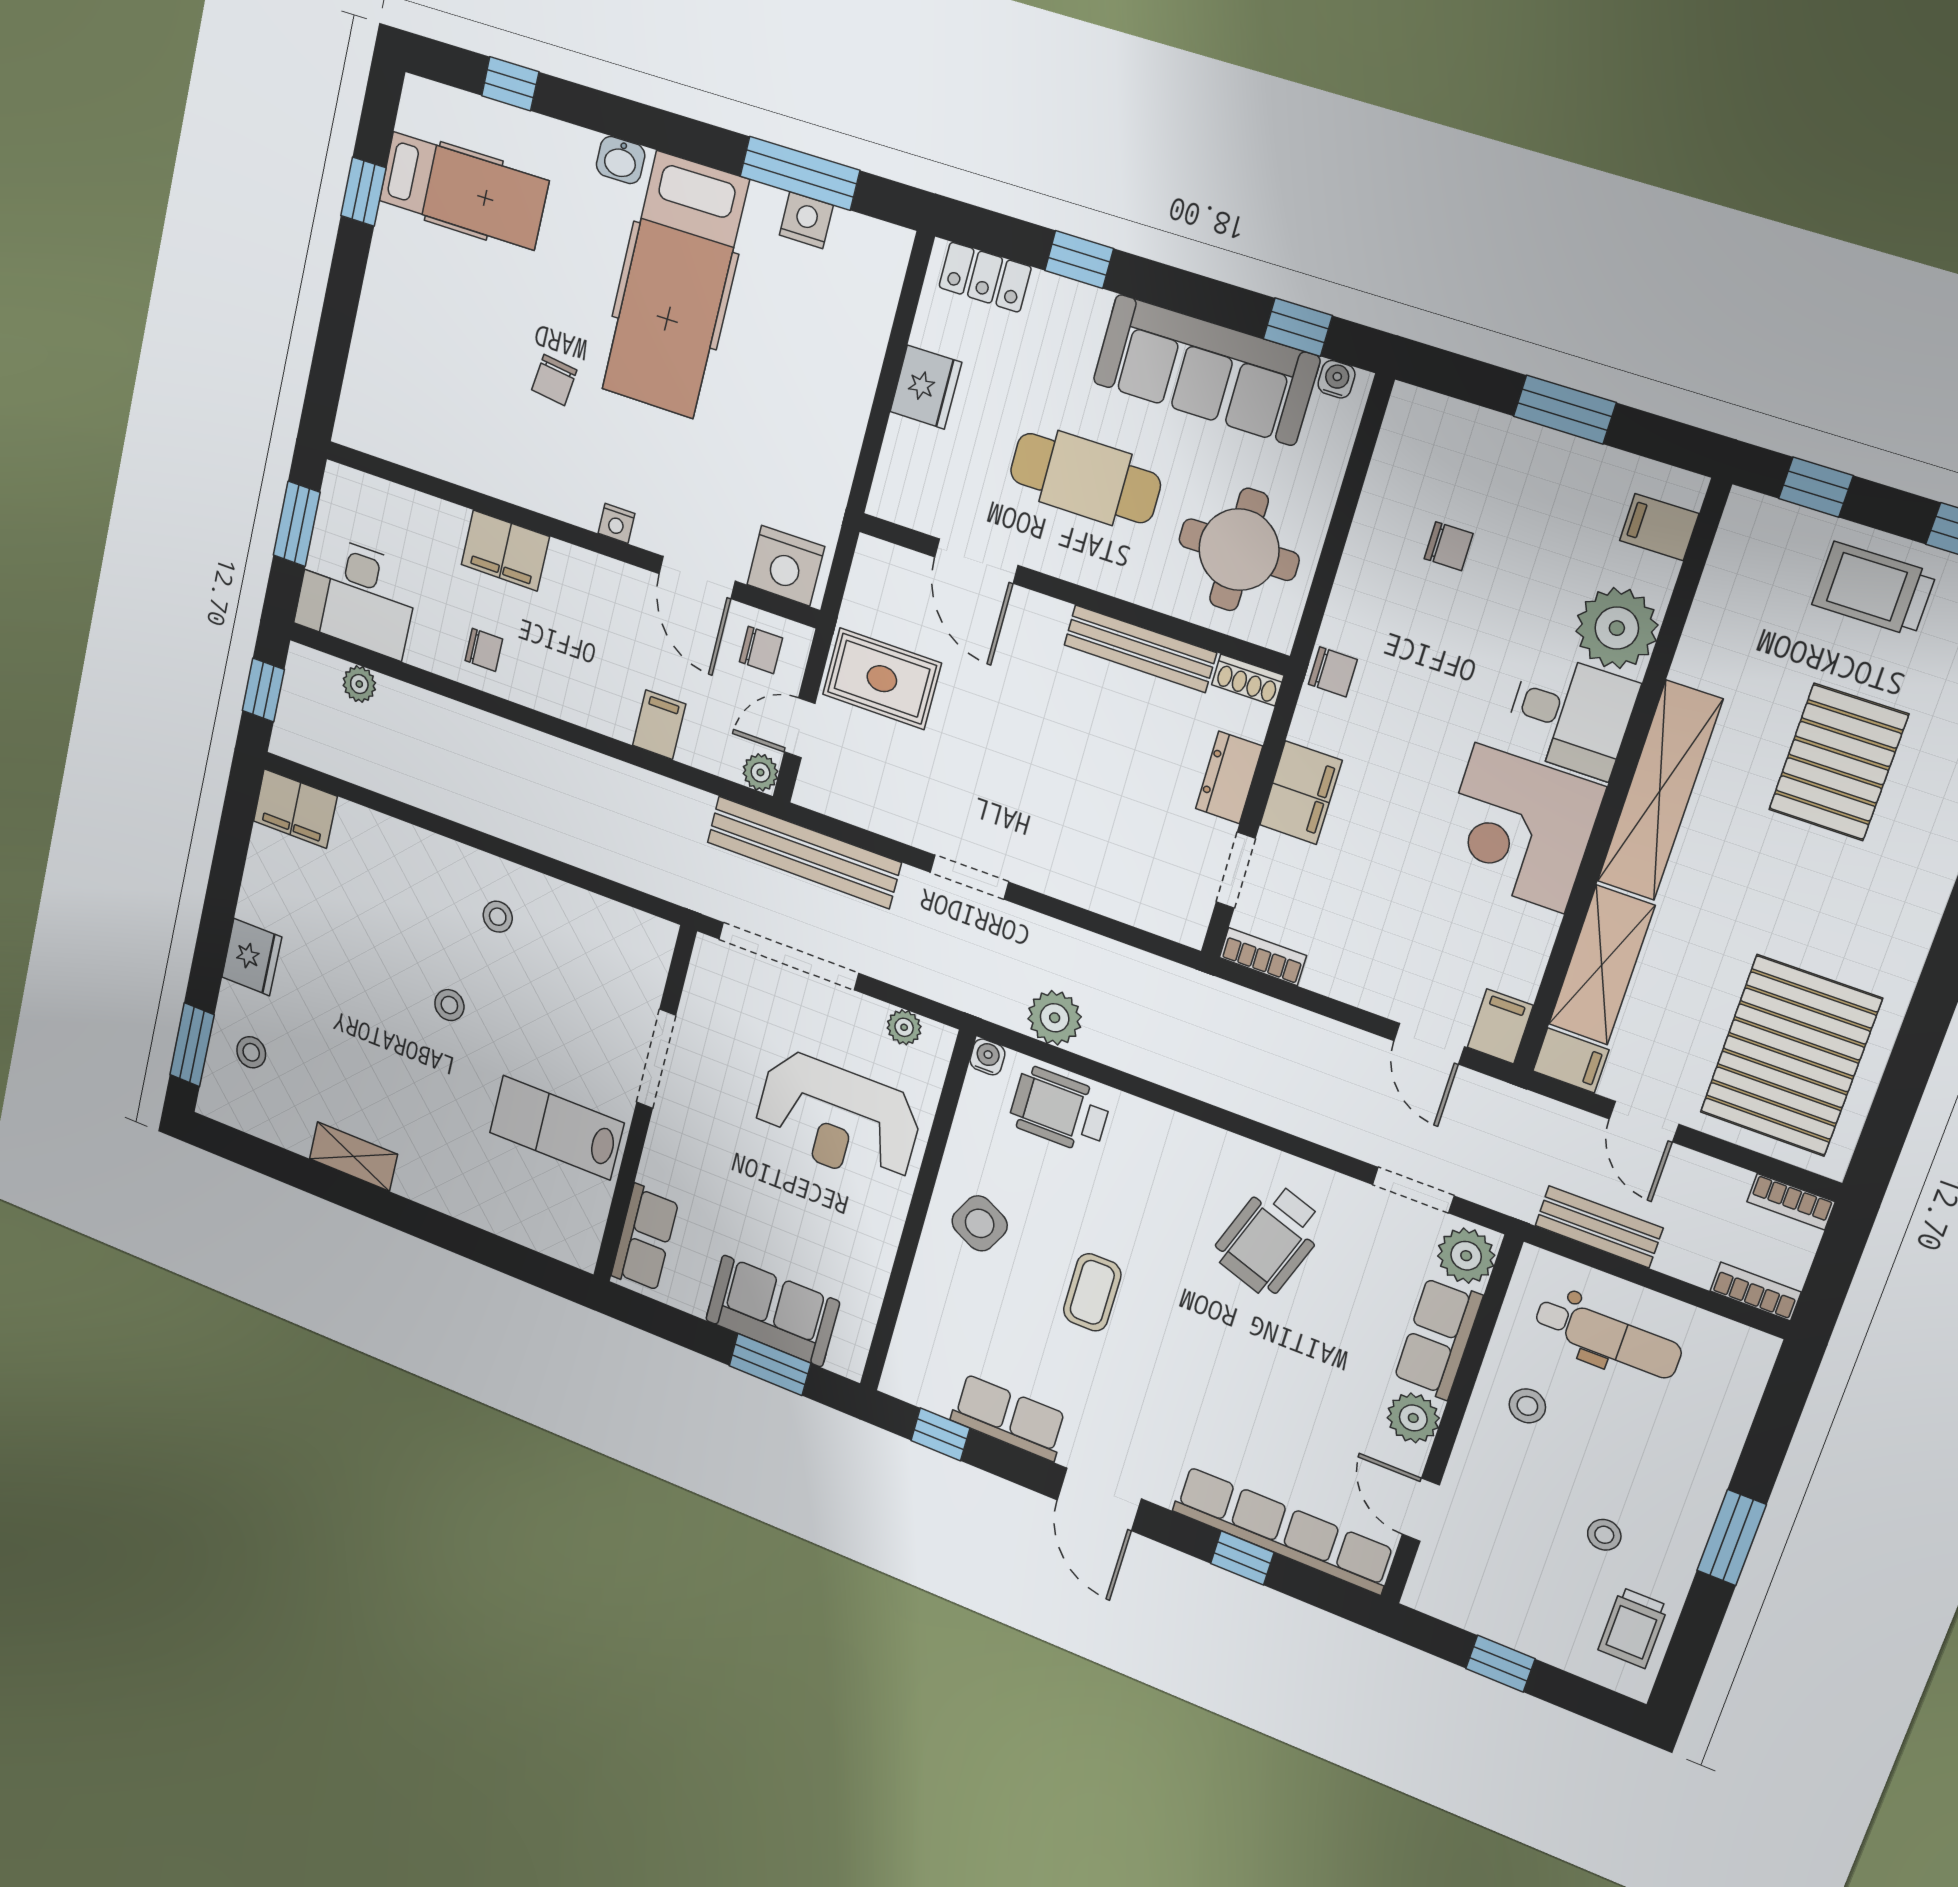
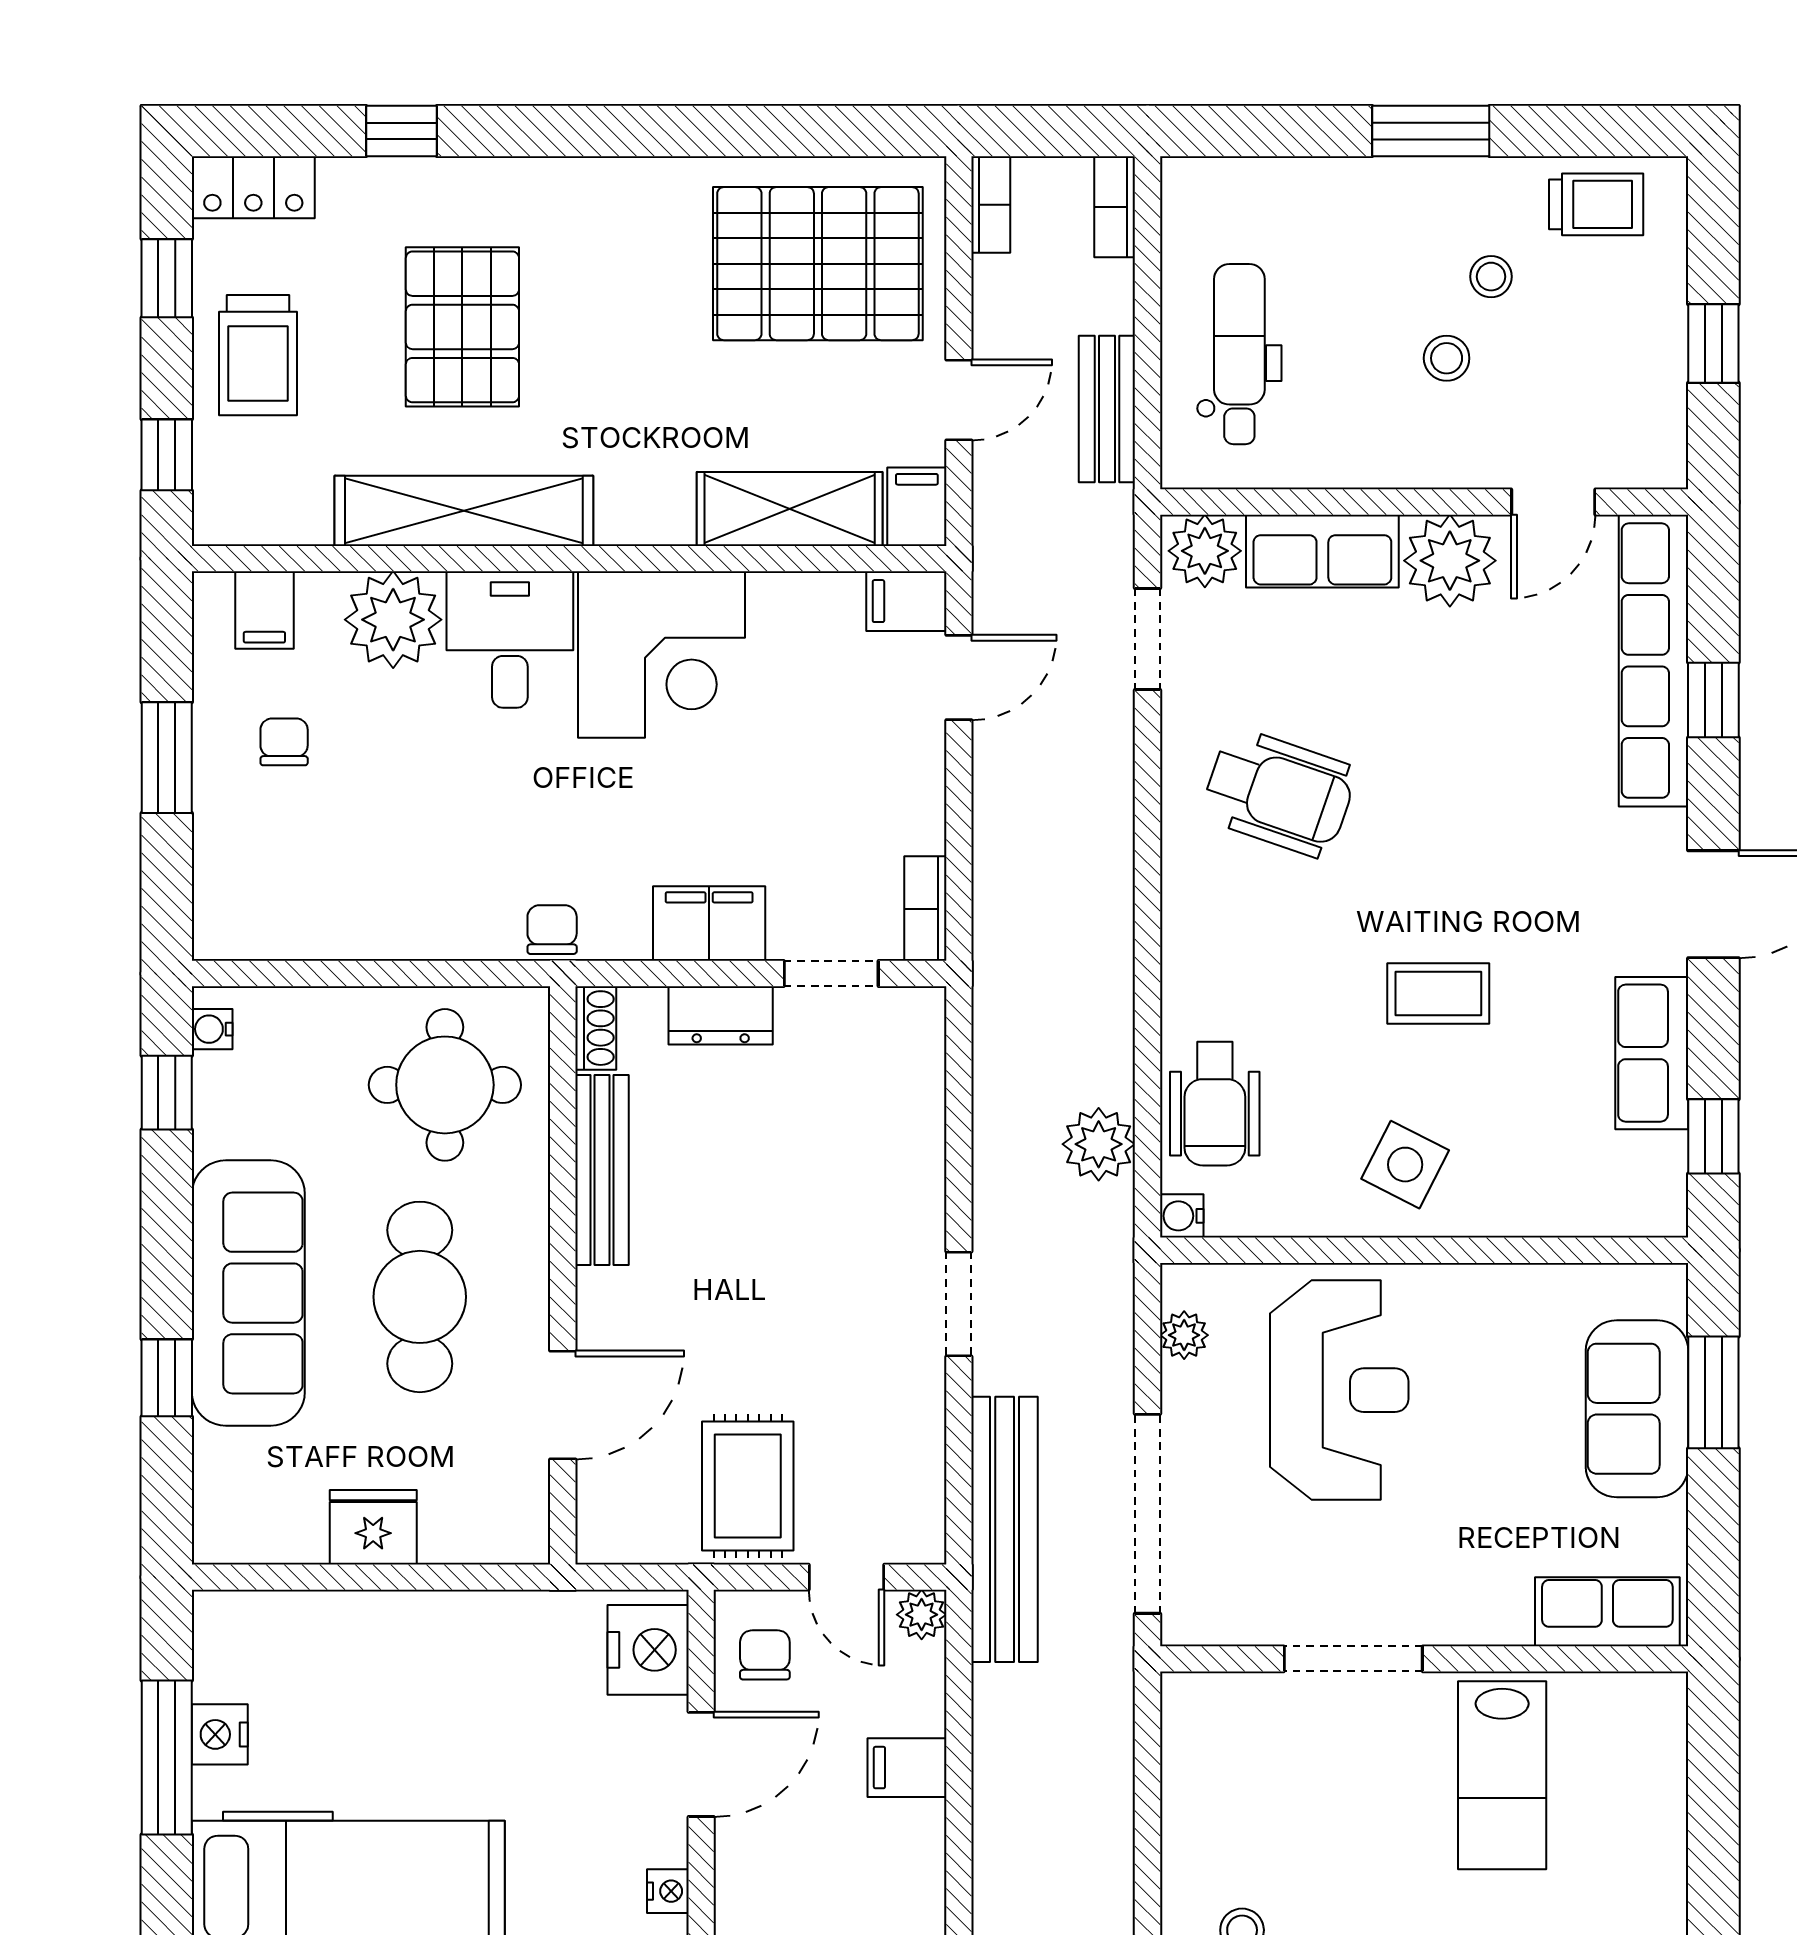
locker: (985, 277) -> (221, 1489), removed
sofa: (1206, 370) -> (248, 1293), moved
chair: (1449, 546) -> (284, 742), moved
pallet: (1838, 762) -> (462, 327), turned 90
shelving: (1660, 791) -> (464, 511), moved
stool: (1527, 1406) -> (1447, 358), moved
plant: (1413, 1418) -> (1450, 561), width x1.36, depth x1.36

